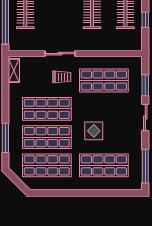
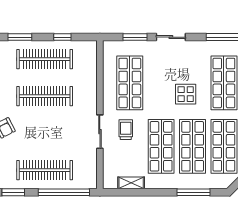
shelving: (14, 71) -> (131, 183), moved

